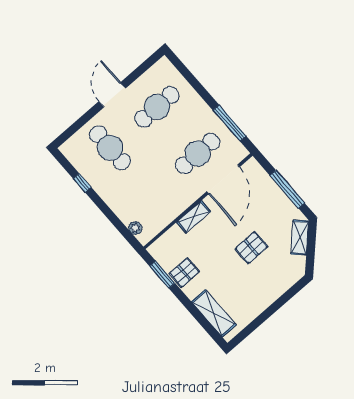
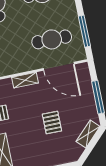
door: (223, 179) -> (59, 66), hinge flipped
pallet: (251, 248) -> (52, 122), turned 90

